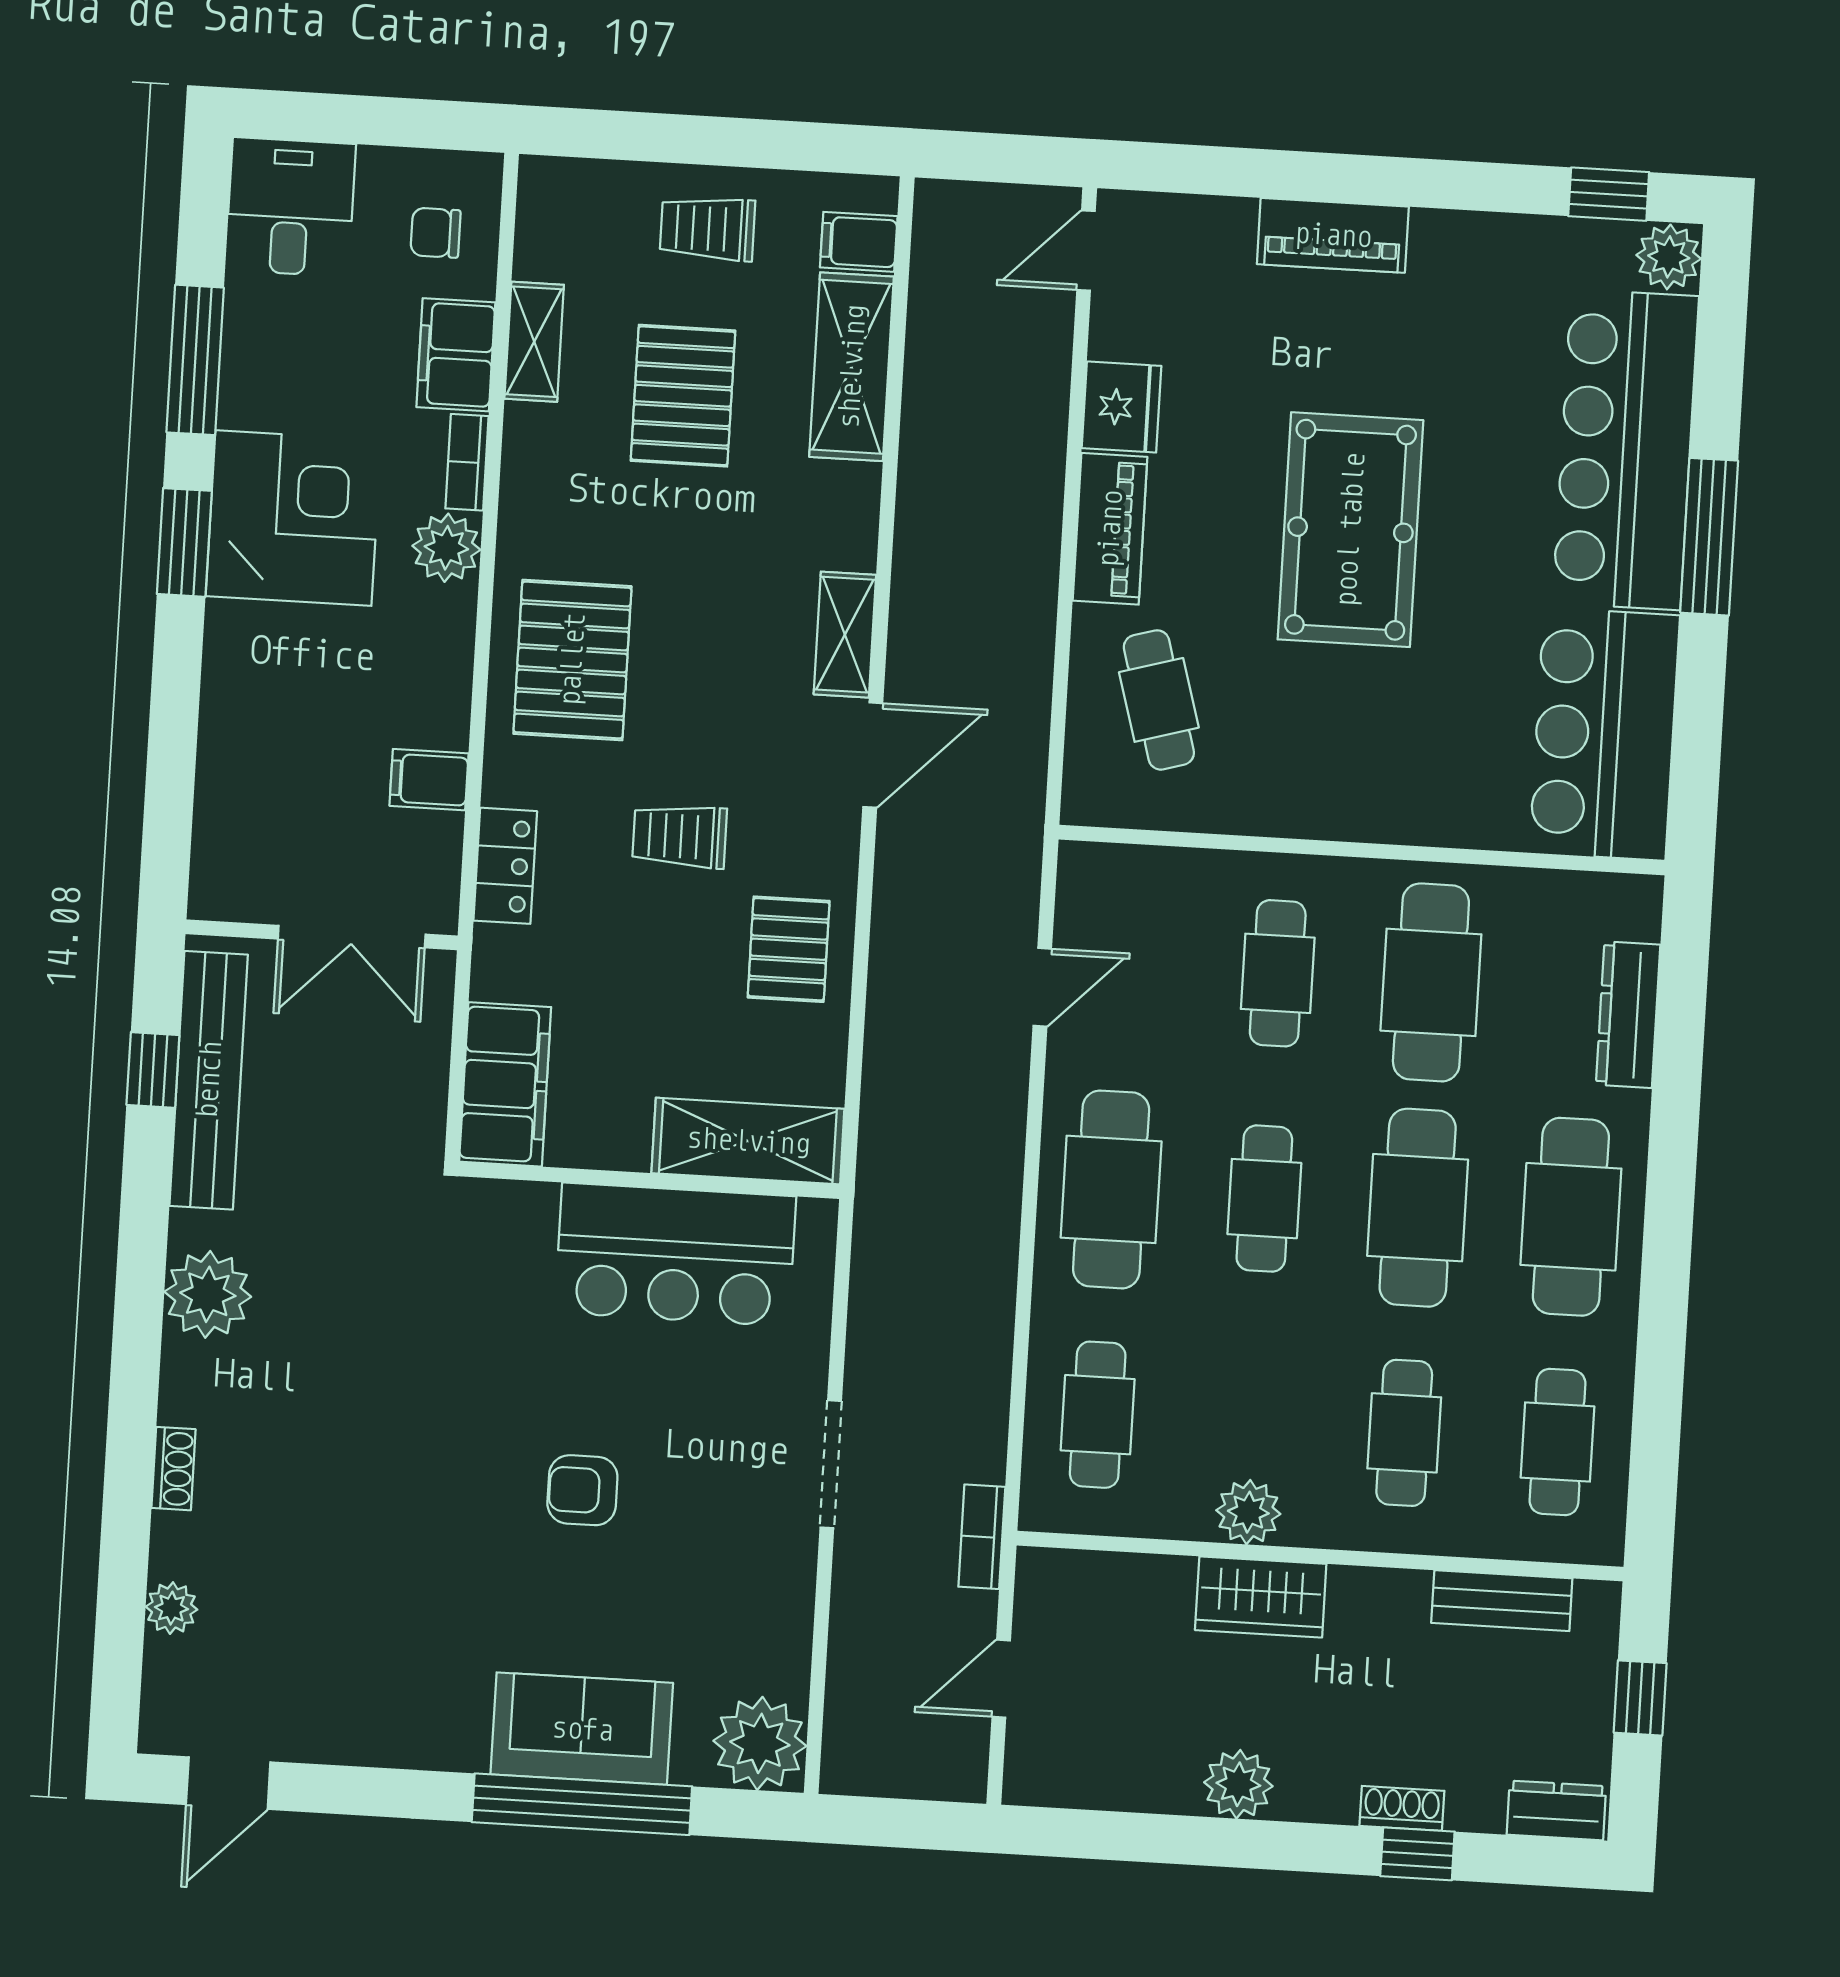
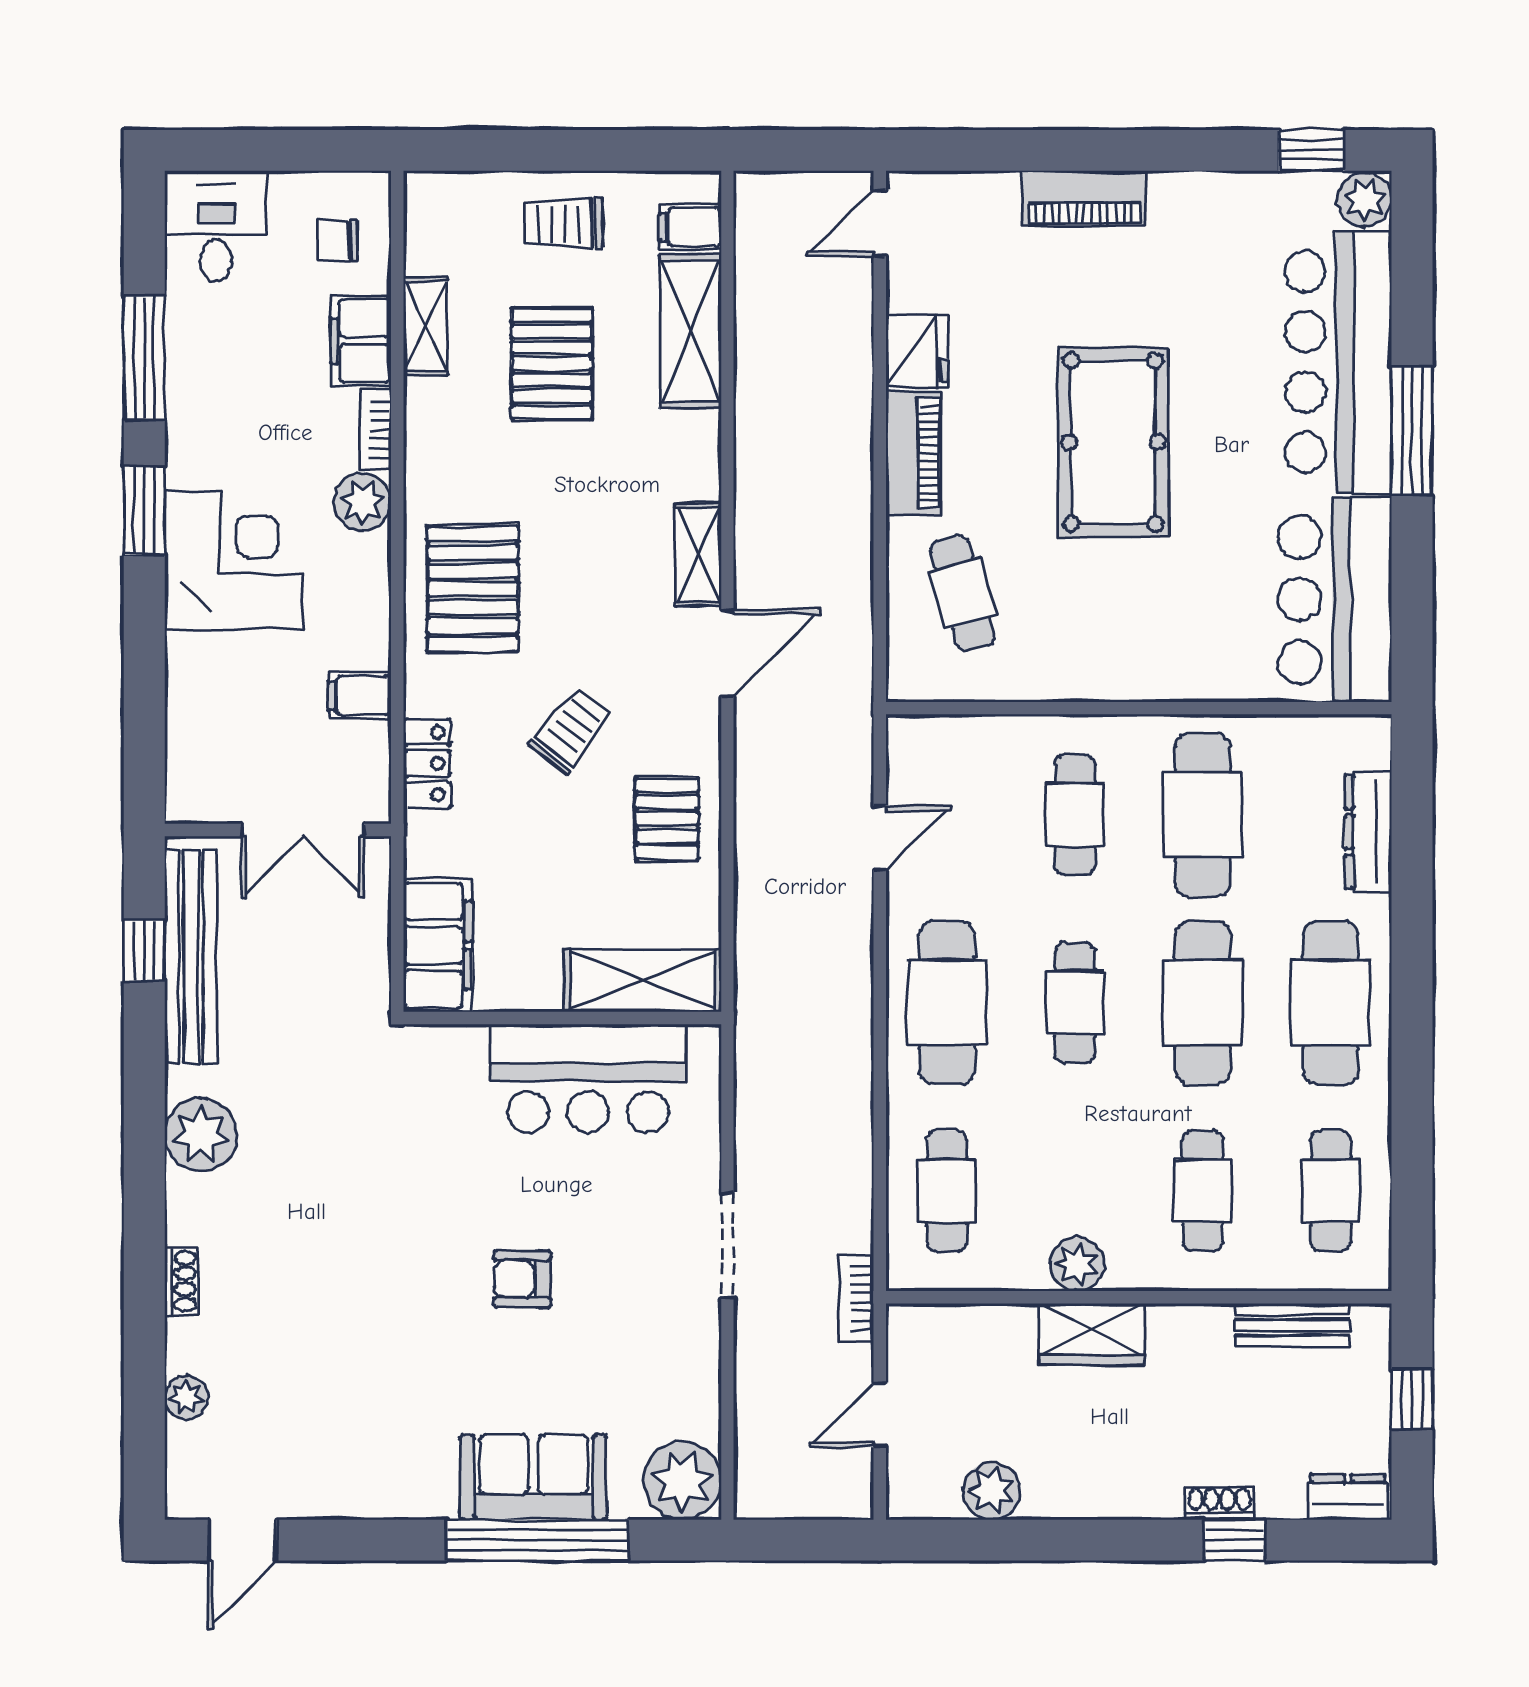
corner desk: (293, 518) -> (234, 560), moved
trolley: (680, 836) -> (571, 730), turned 128
plant: (1238, 1784) -> (992, 1491), moved

